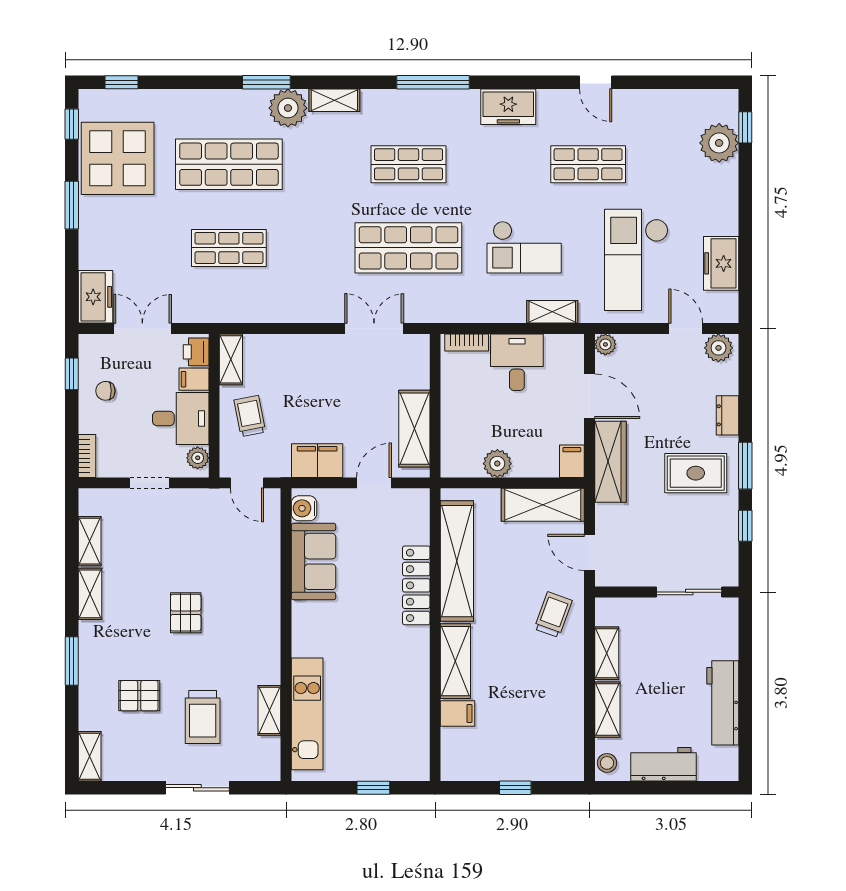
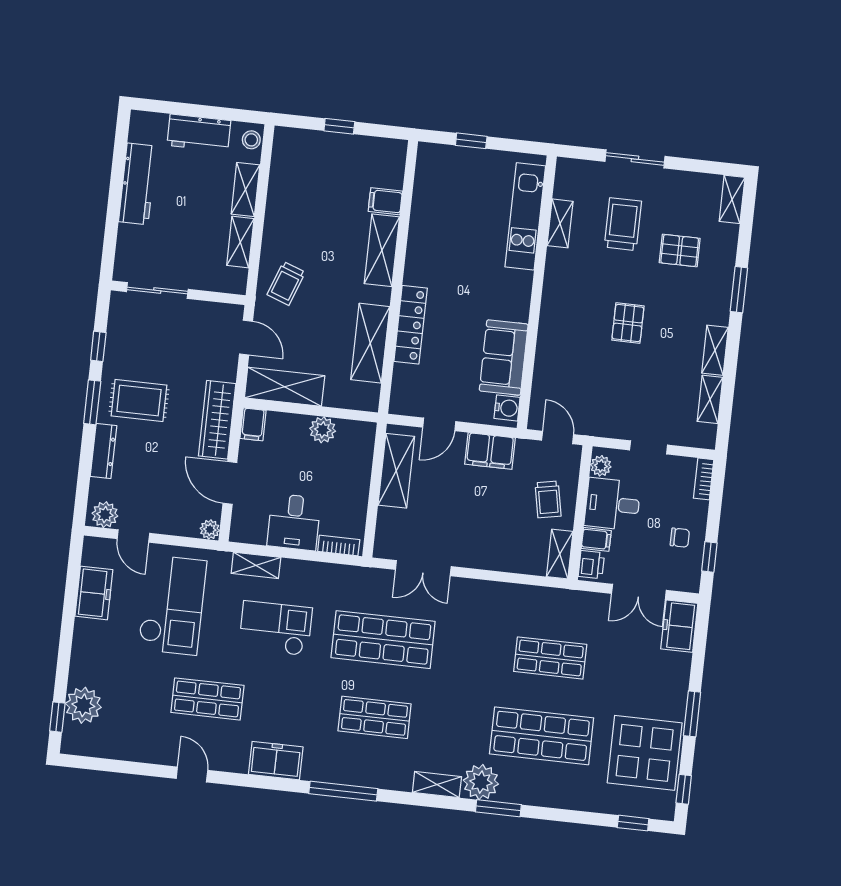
dresser: (727, 415) -> (104, 451), width x1.44
shelving: (457, 561) -> (370, 343), width x0.68

